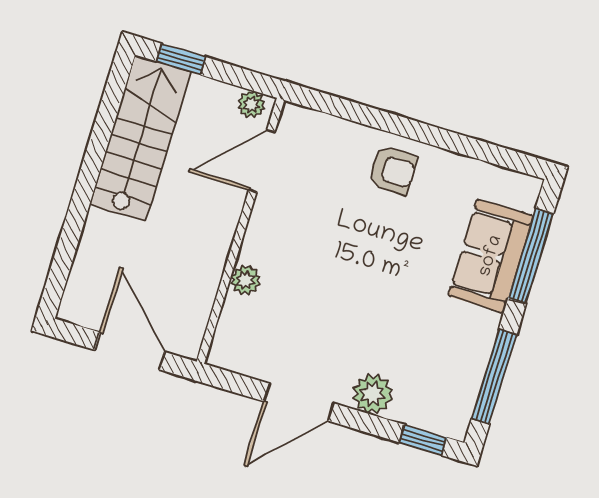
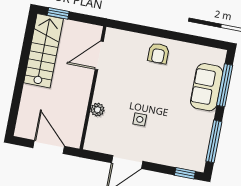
plant: (251, 104) -> (92, 30), removed
armchair: (393, 170) -> (158, 53), turned 90
side table: (336, 311) -> (140, 119), added
plant: (373, 394) -> (160, 155), removed

